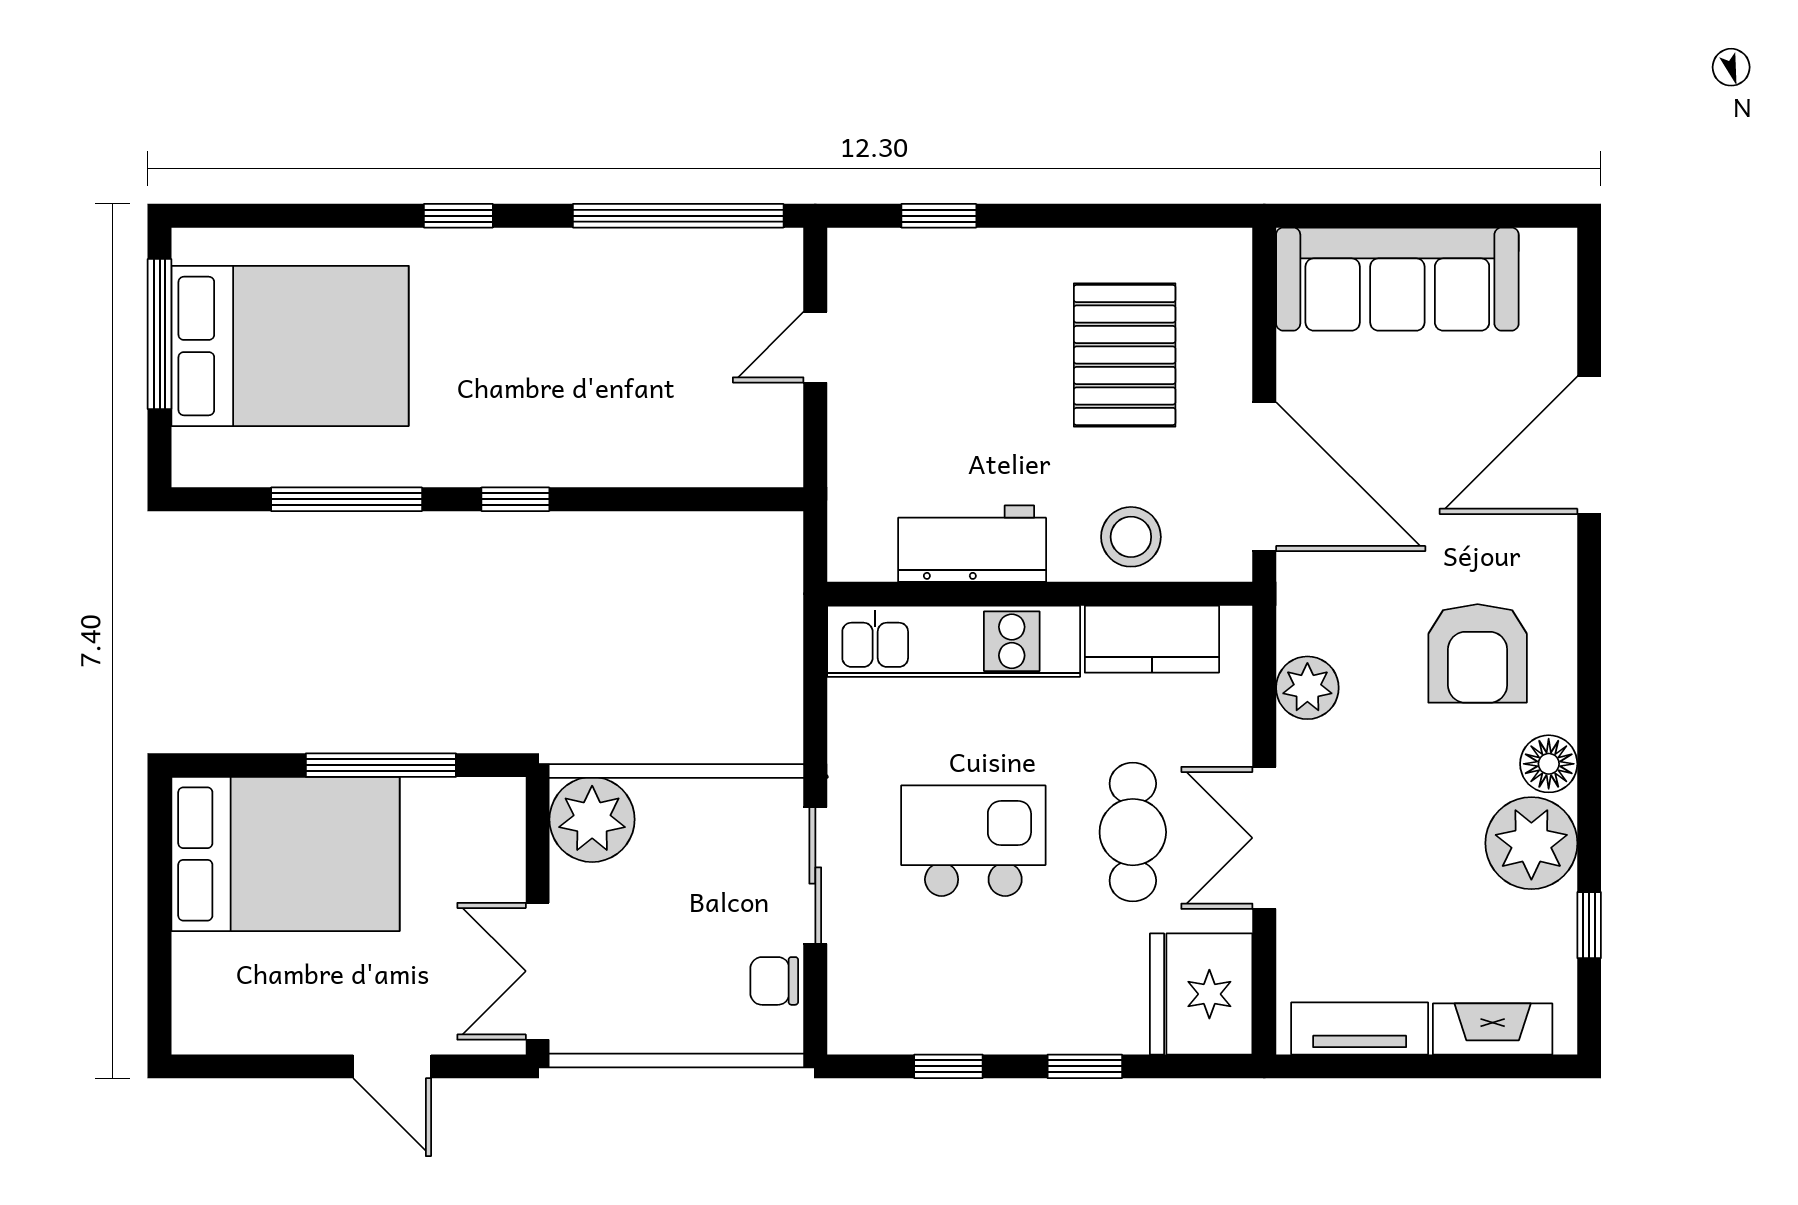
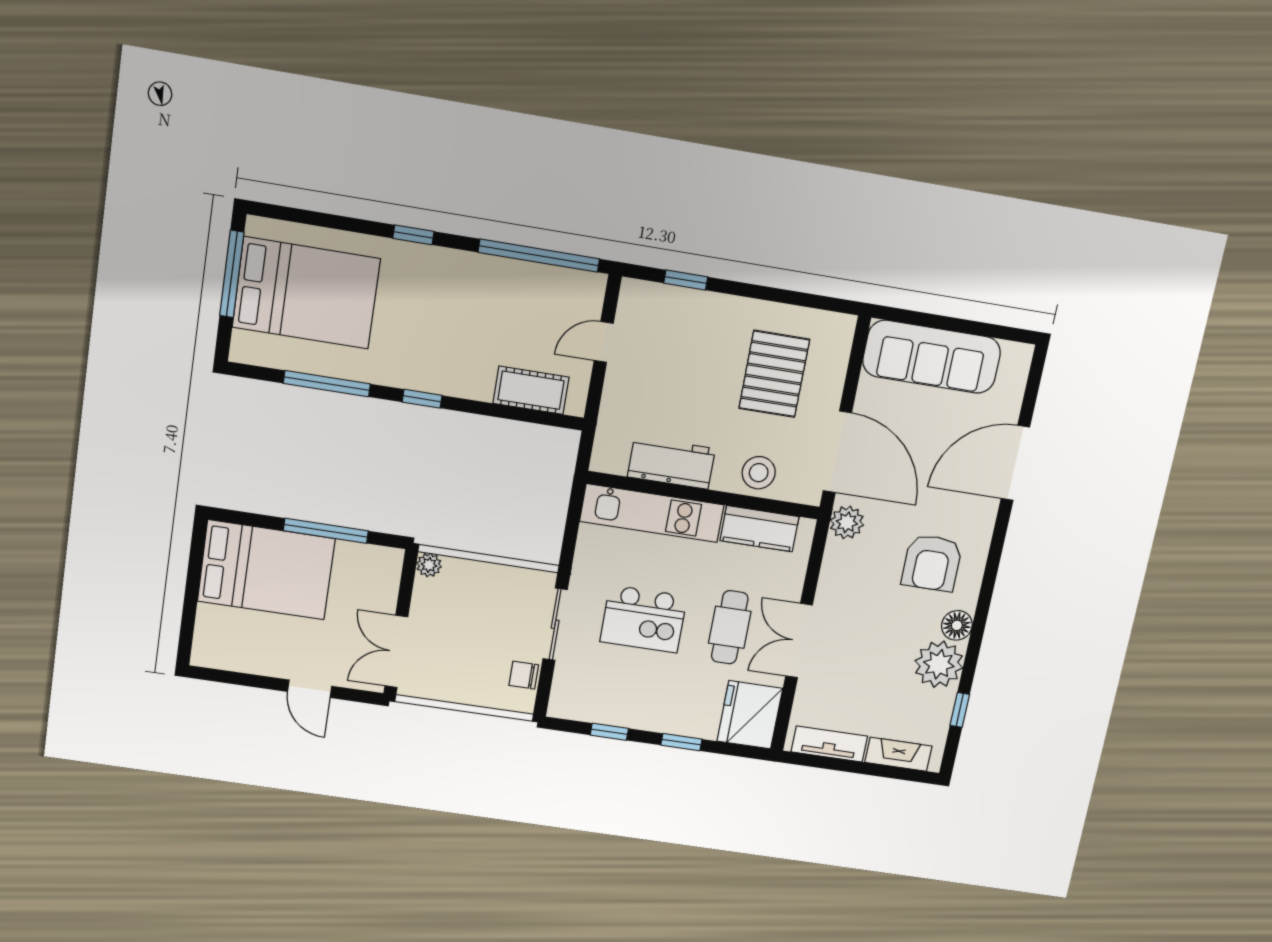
cot: (703, 453) -> (531, 390), added
plant: (1307, 688) -> (847, 522), moved
plant: (592, 819) -> (429, 565), width x0.53, depth x0.53
kitchen island: (973, 841) -> (644, 619), turned 180

